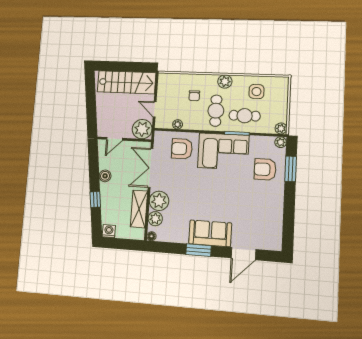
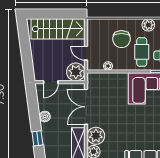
chair: (194, 96) -> (121, 39), width x1.87, depth x1.87
armchair: (182, 149) -> (113, 88), removed

